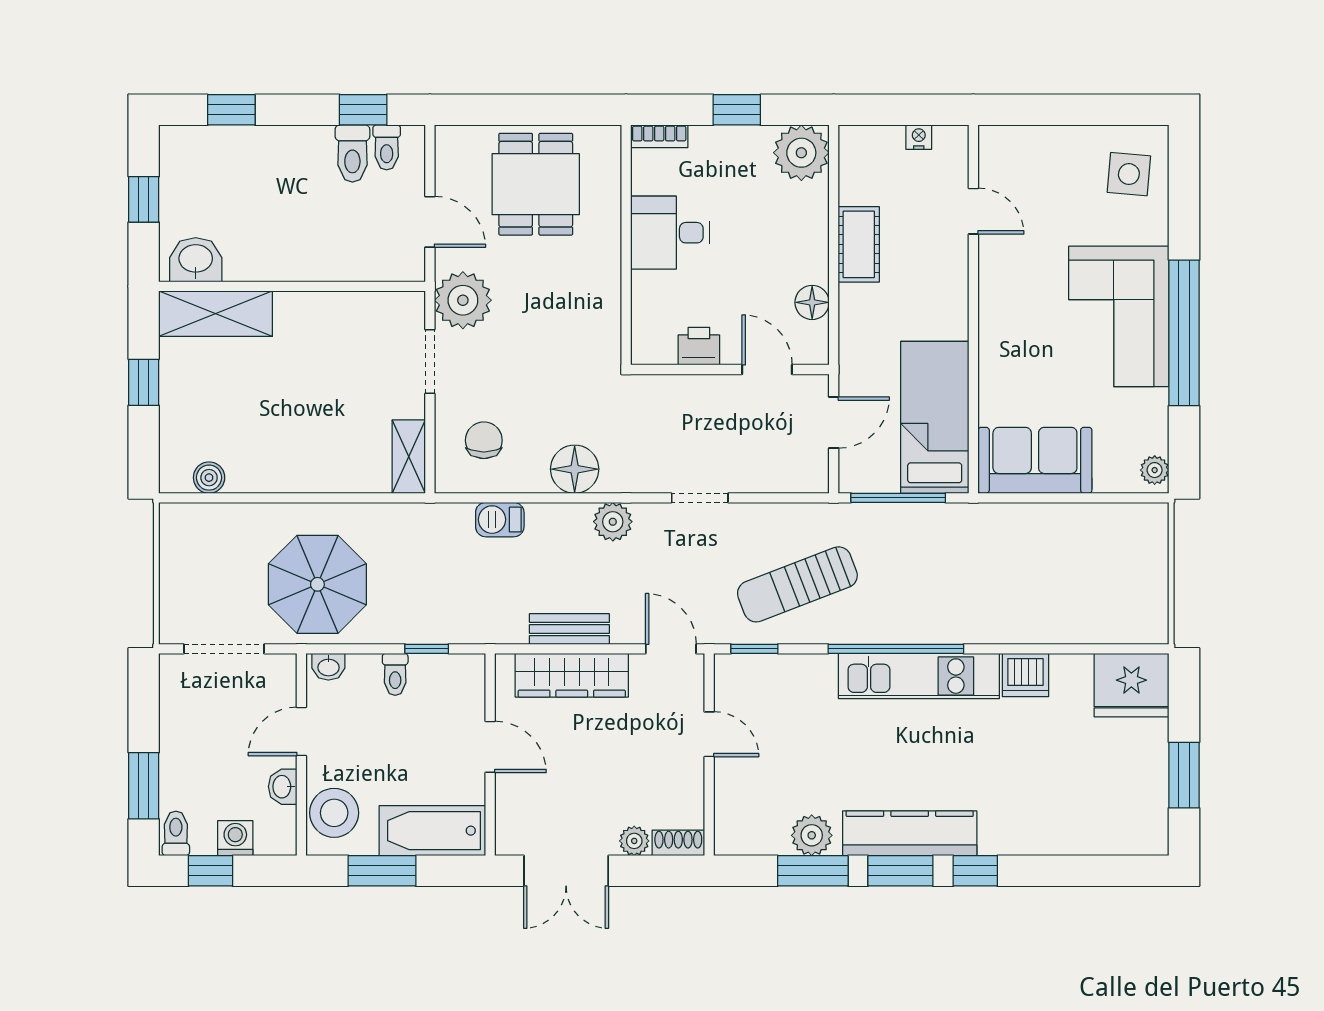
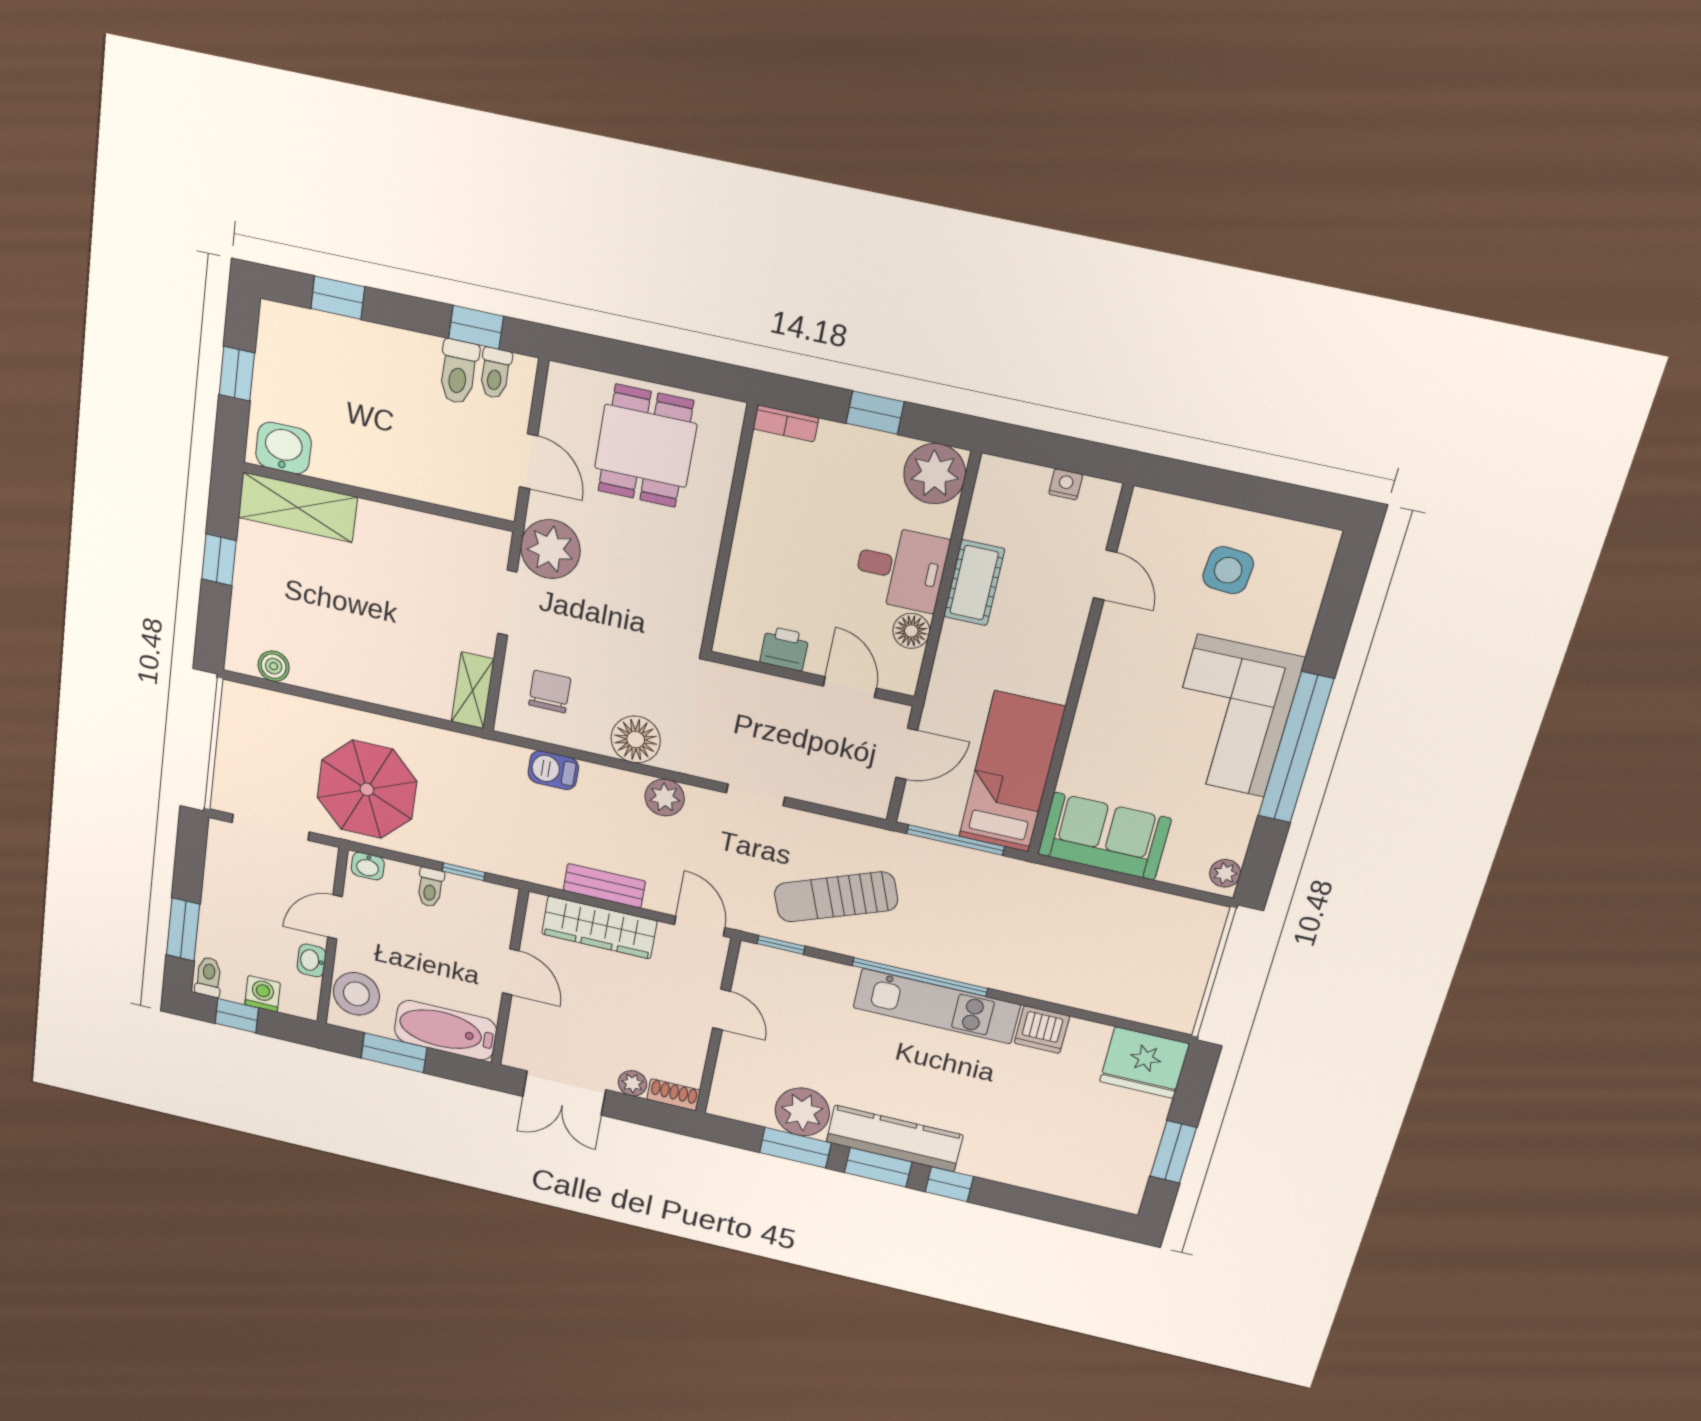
side table: (1129, 174) -> (1228, 570), moved
desk: (670, 233) -> (901, 568), moved, turned 180
plant: (812, 835) -> (802, 1112), width x1.36, depth x1.36

